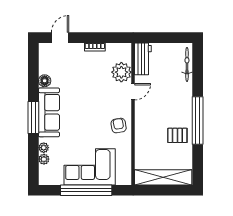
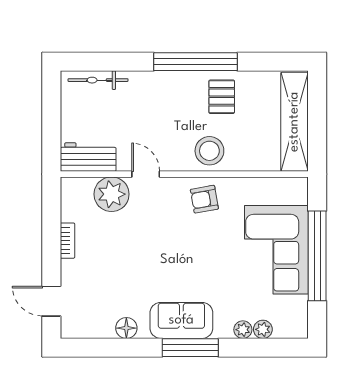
sofa: (49, 112) -> (181, 320), width x0.73
stool: (146, 128) -> (209, 151), added

